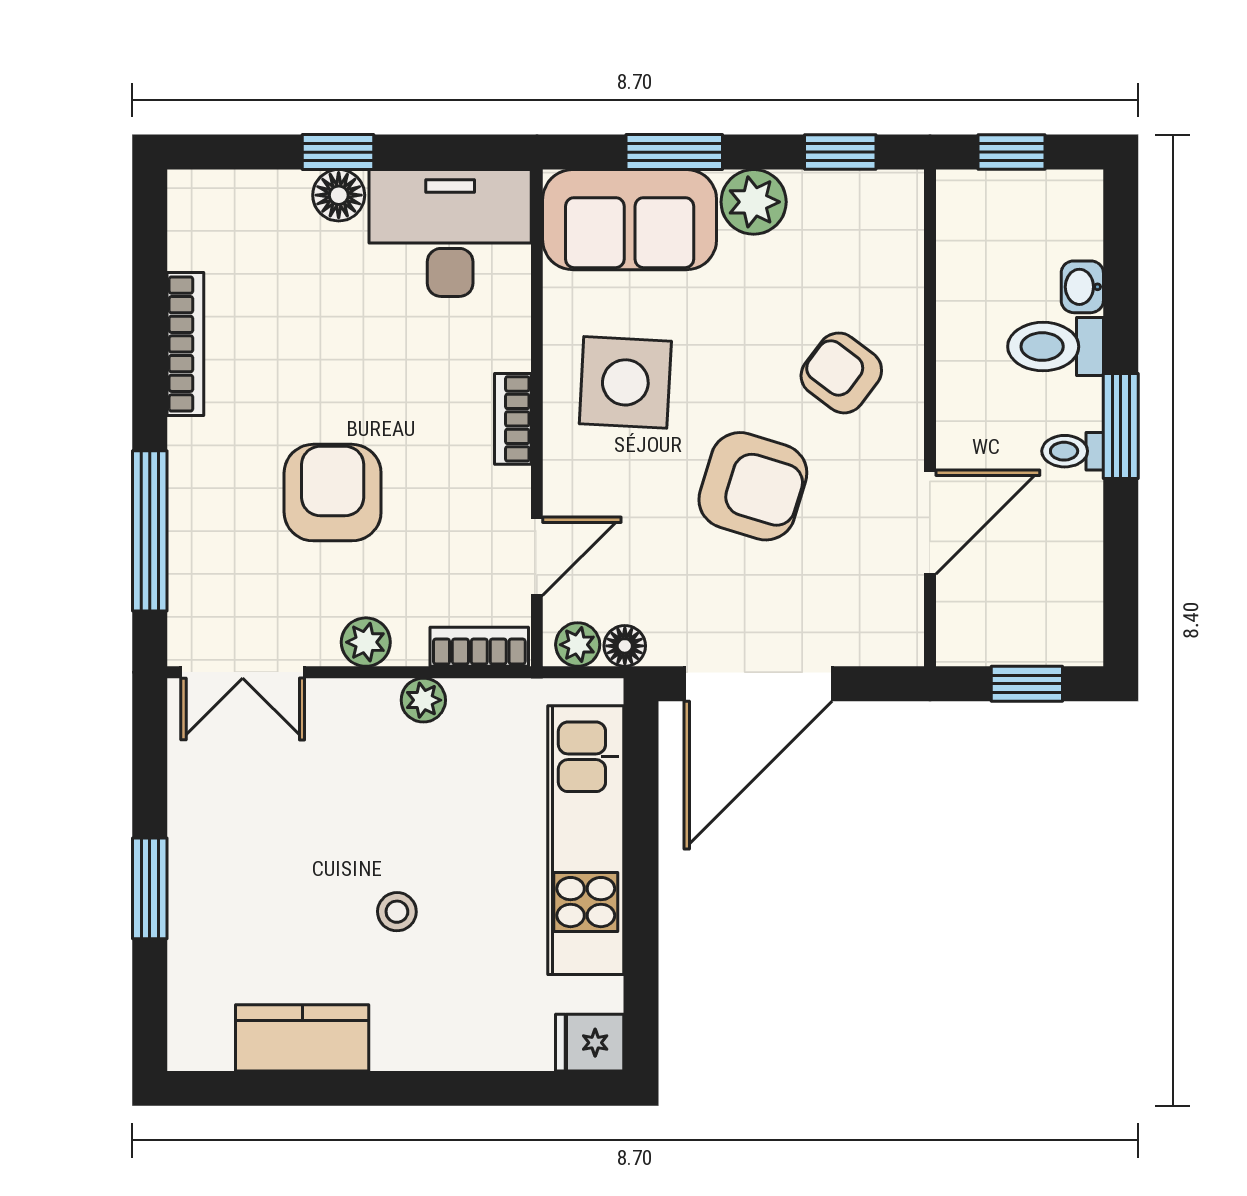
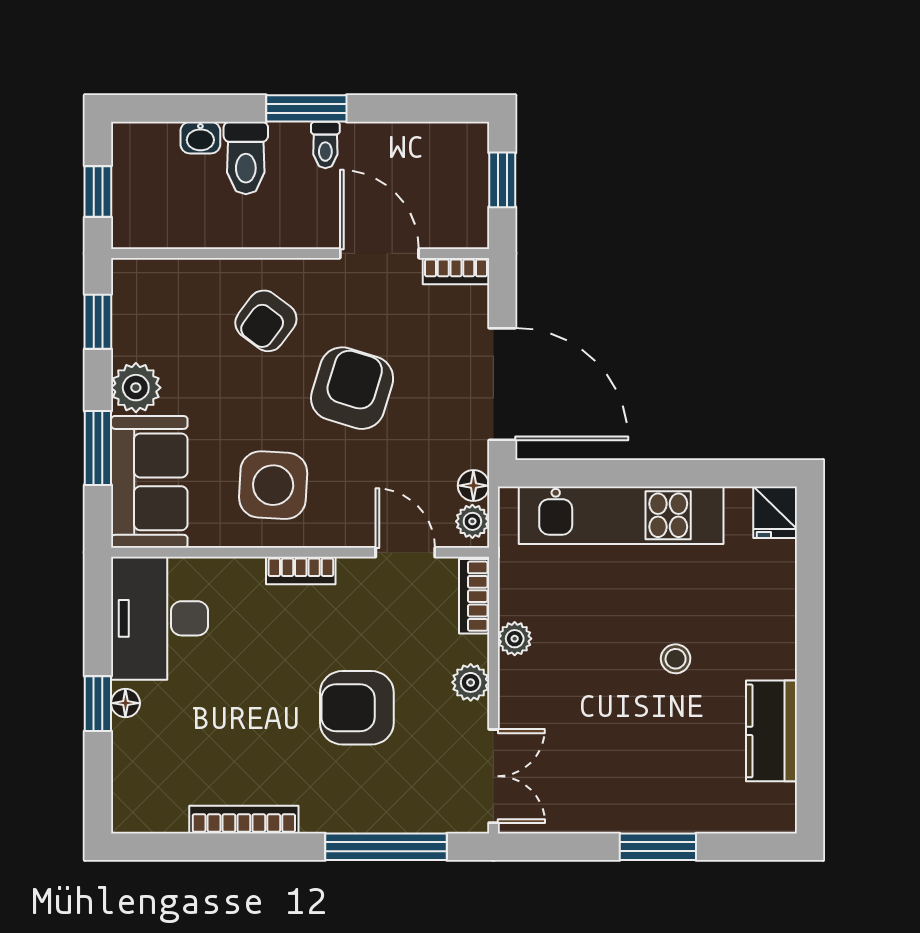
floor lamp: (339, 195) -> (125, 703), width x0.73, depth x0.73
bookcase: (907, 623) -> (456, 271), added

